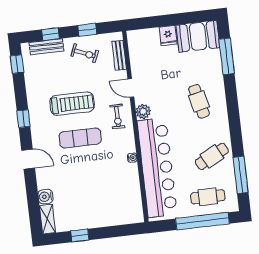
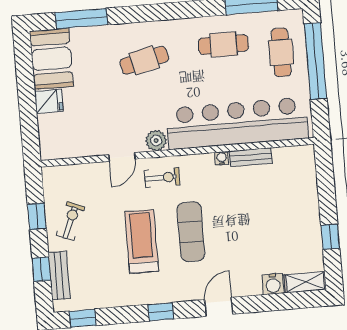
bench: (119, 55) -> (251, 157), moved
cafe table: (212, 156) -> (223, 45), turned -63

